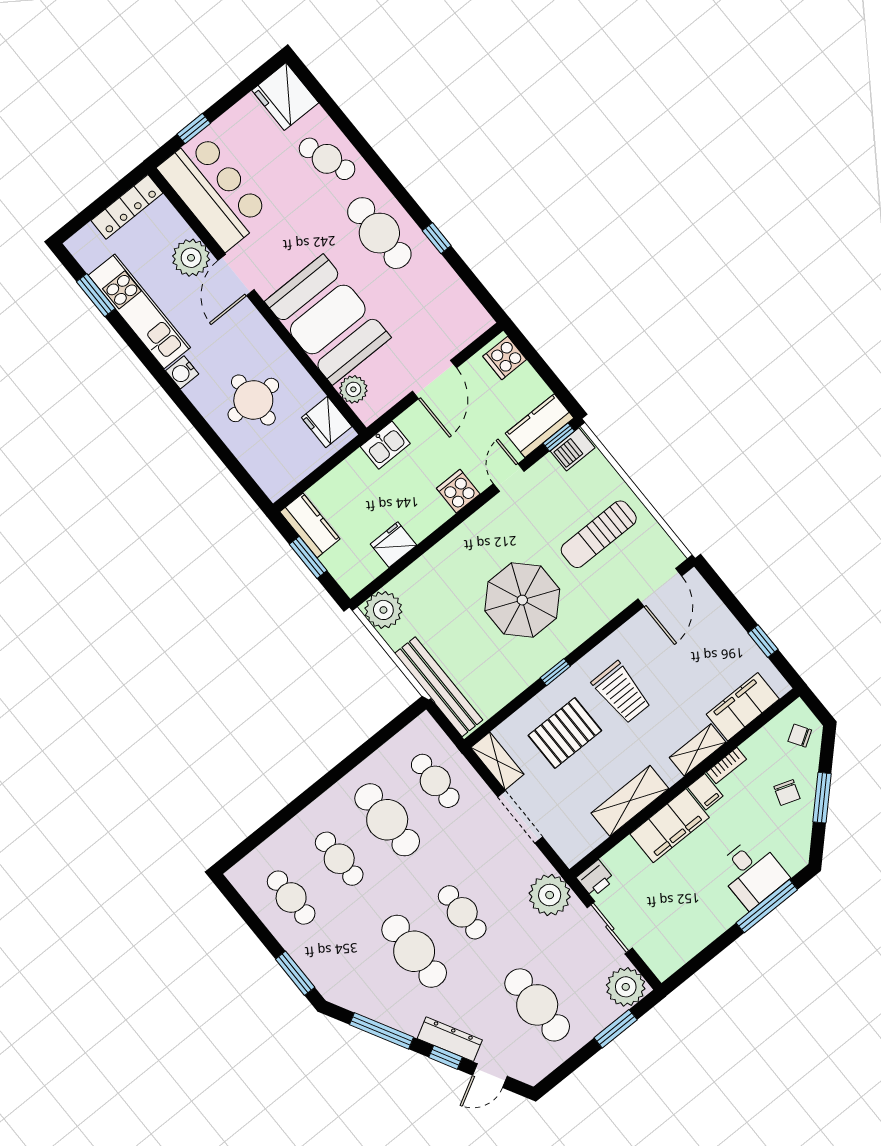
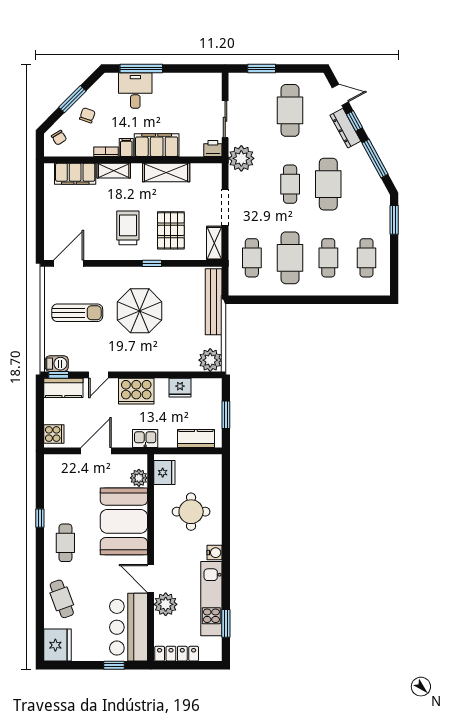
cafe table: (379, 233) -> (65, 543), width x0.73, depth x0.74
door: (236, 275) -> (151, 578), swing flipped
cooker: (458, 491) -> (136, 391), width x1.87, depth x1.31
kitchen counter: (310, 525) -> (196, 439), moved, turned 90
window: (763, 641) -> (40, 197), removed
pallet: (565, 733) -> (171, 230), turned 90
plant: (626, 987) -> (240, 85), removed

